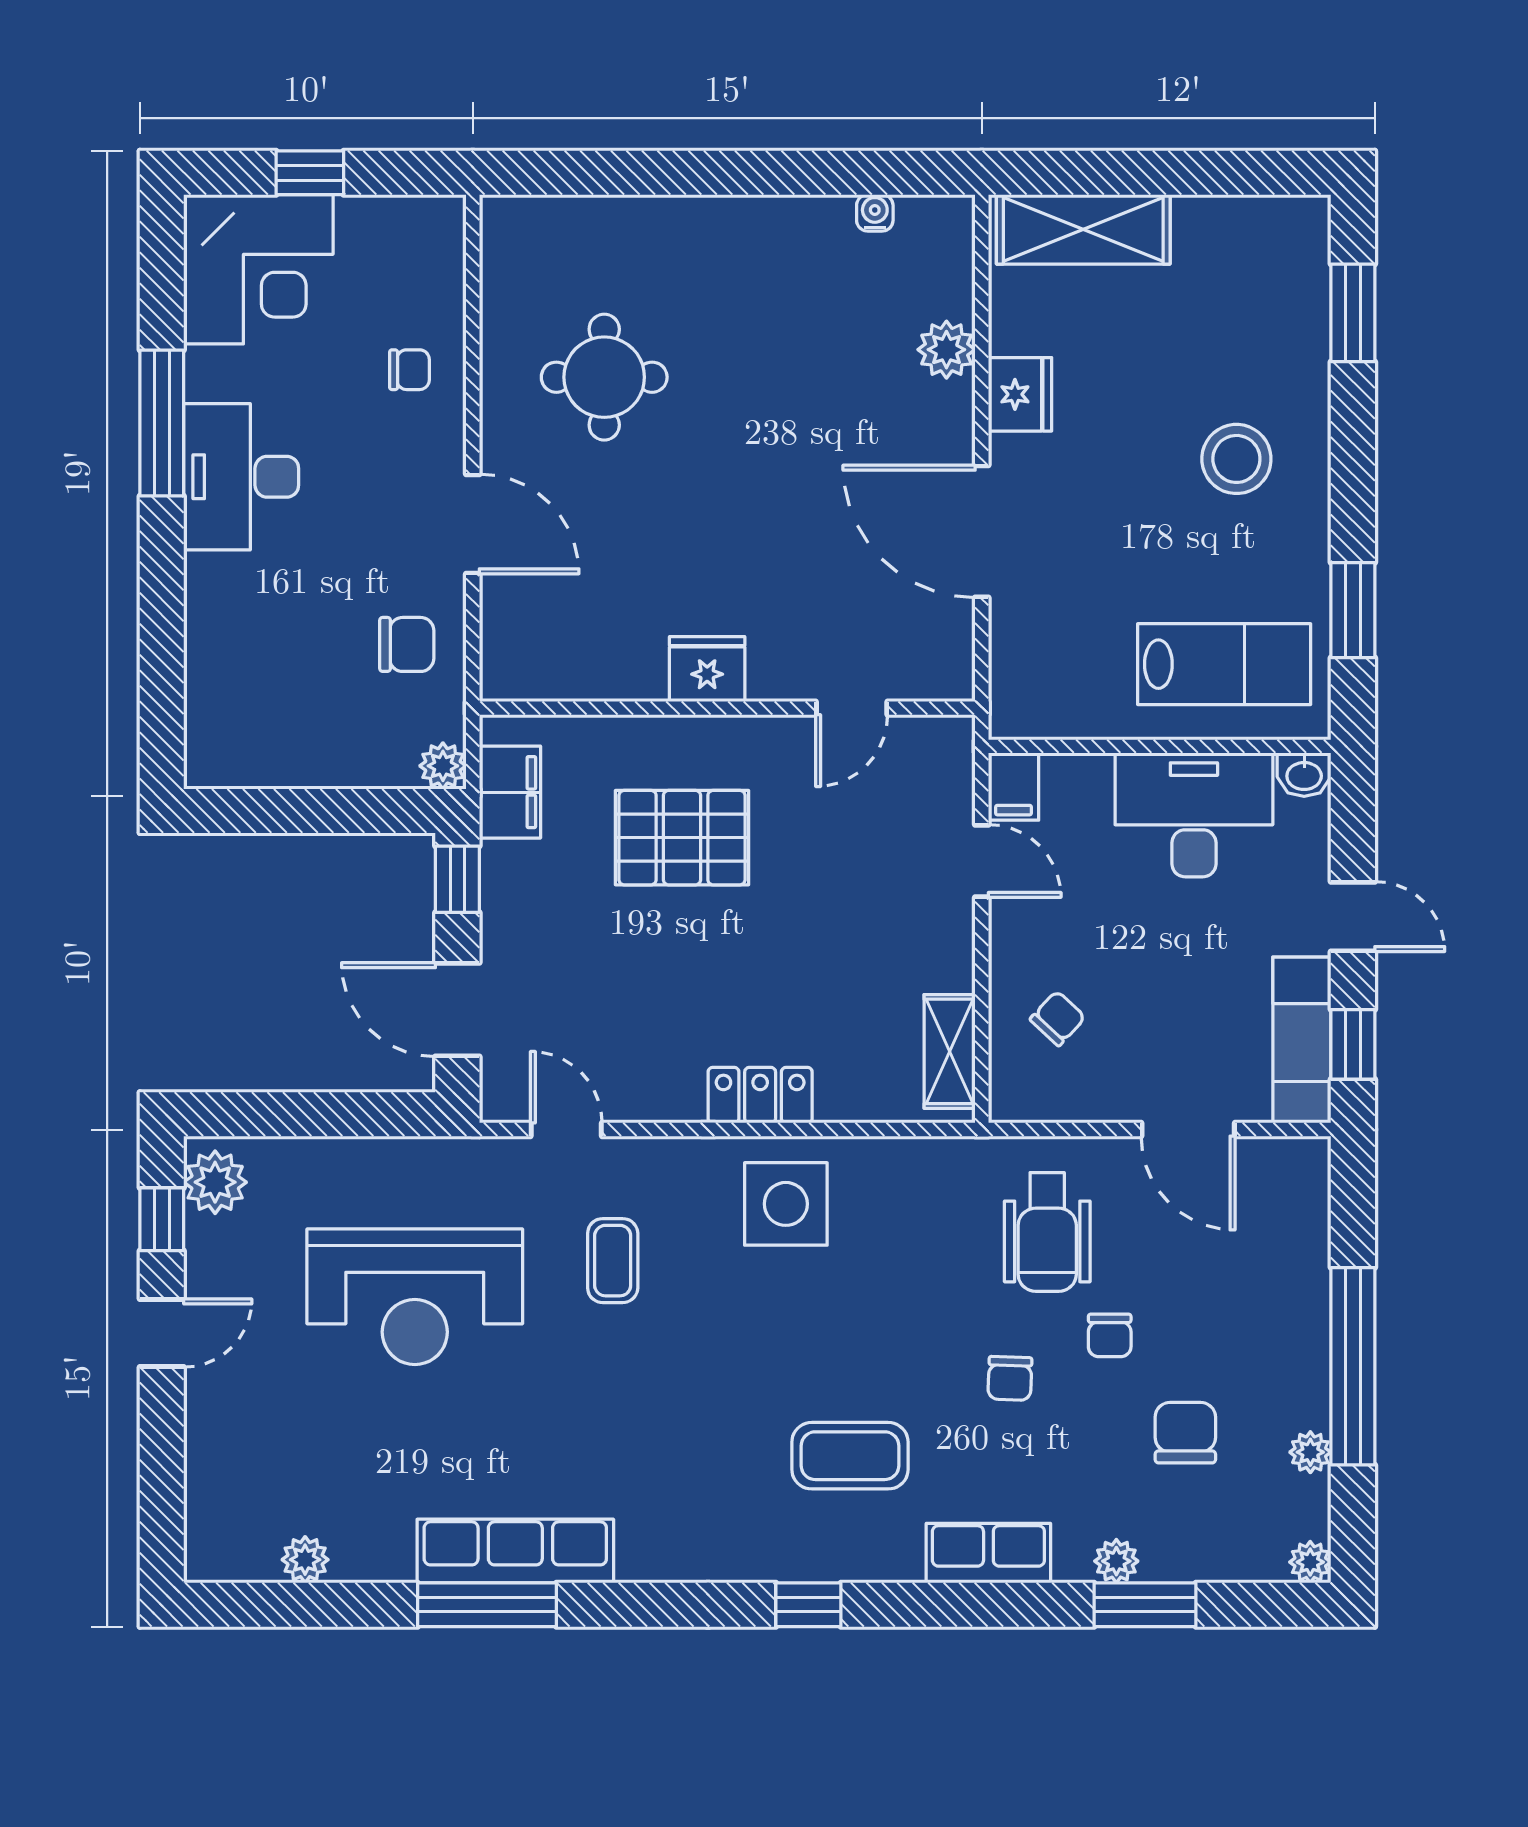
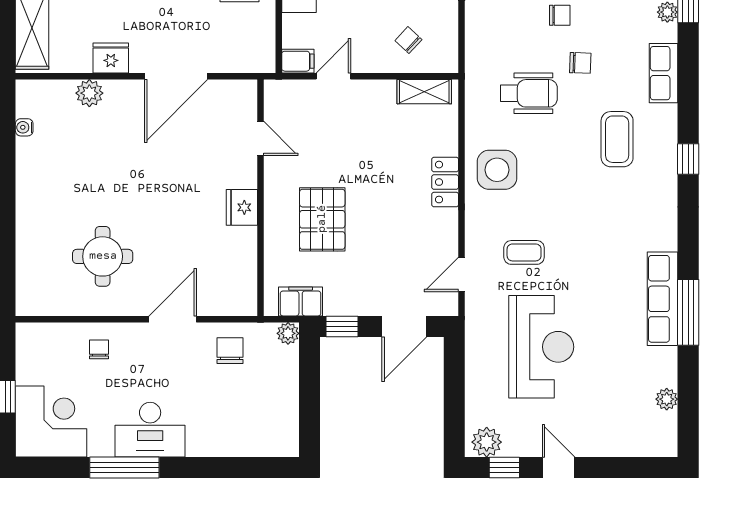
wheelchair: (1047, 1232) -> (529, 93), moved

